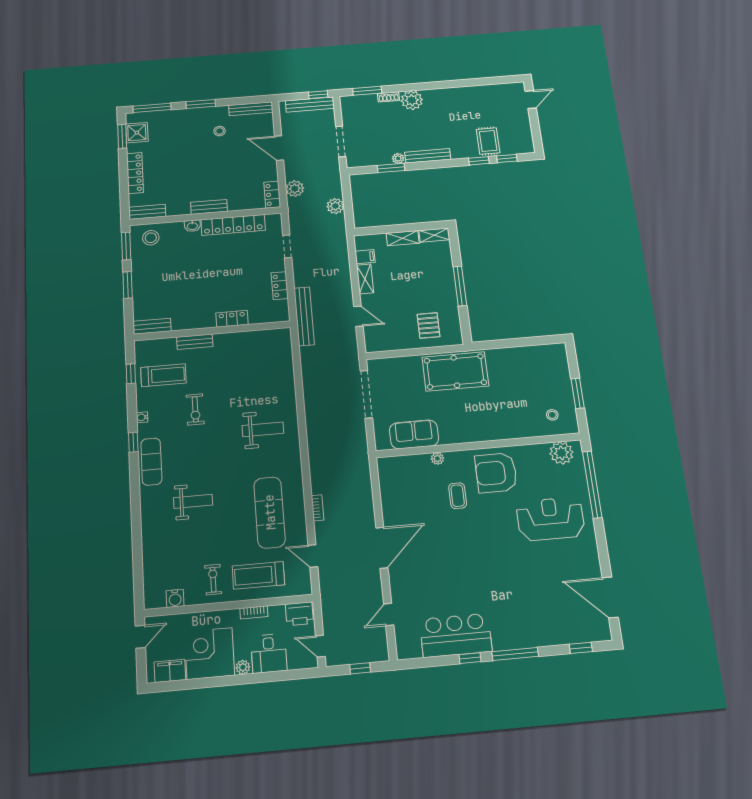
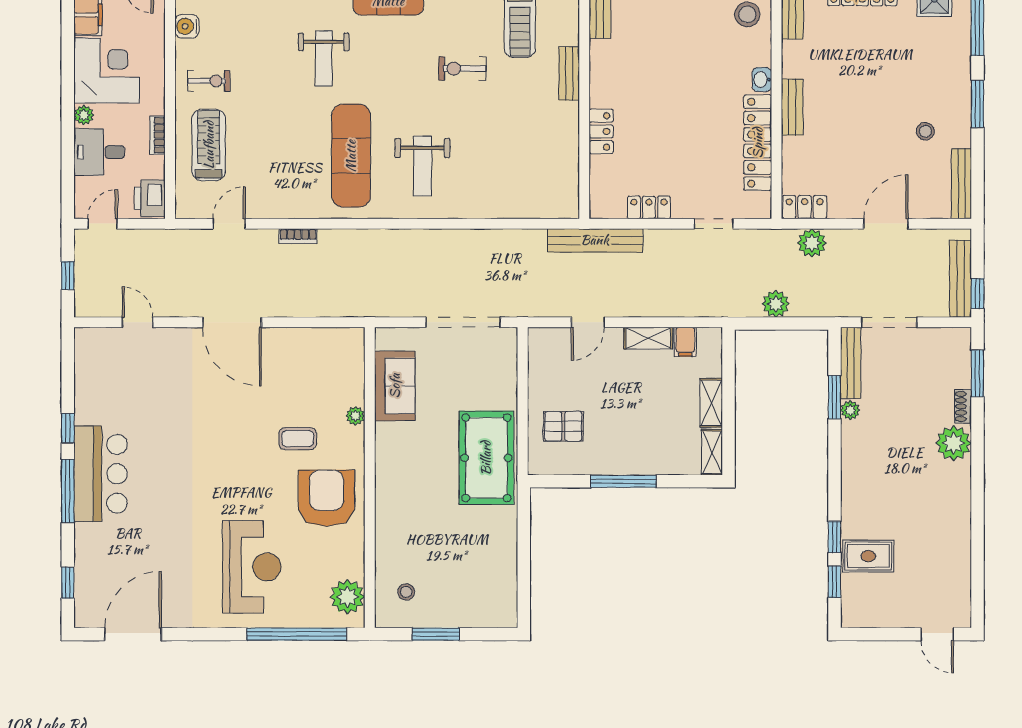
bench: (428, 156) -> (851, 363), moved
exercise mat: (270, 512) -> (351, 156), moved, turned 90
bar counter: (456, 635) -> (101, 474), moved

